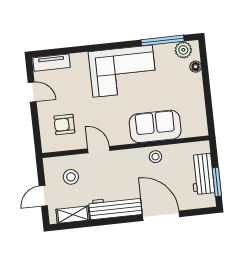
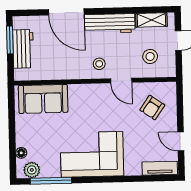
armchair: (64, 124) -> (152, 108), turned 125
sofa: (155, 126) -> (43, 99), moved
stool: (155, 157) -> (99, 64), moved

